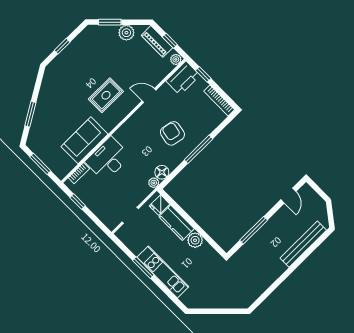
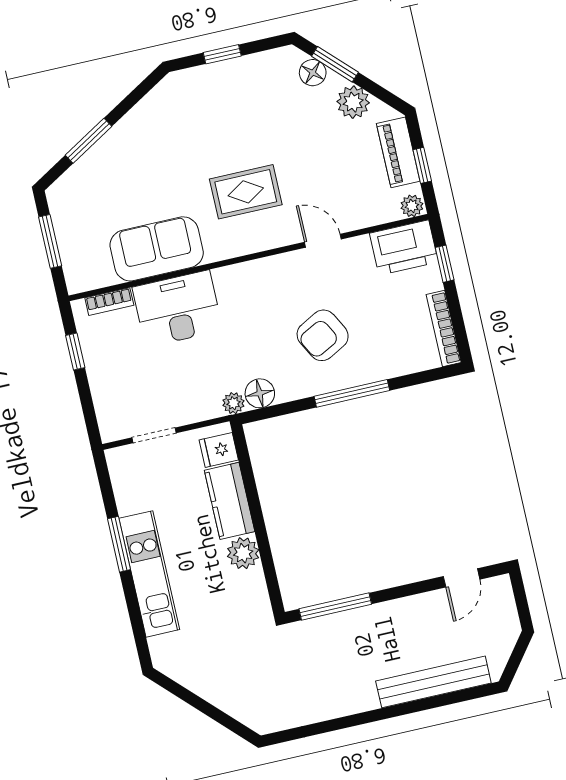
floor lamp: (103, 31) -> (313, 73), added
armchair: (172, 133) -> (323, 335), turned -129
window: (254, 230) -> (335, 606), moved

